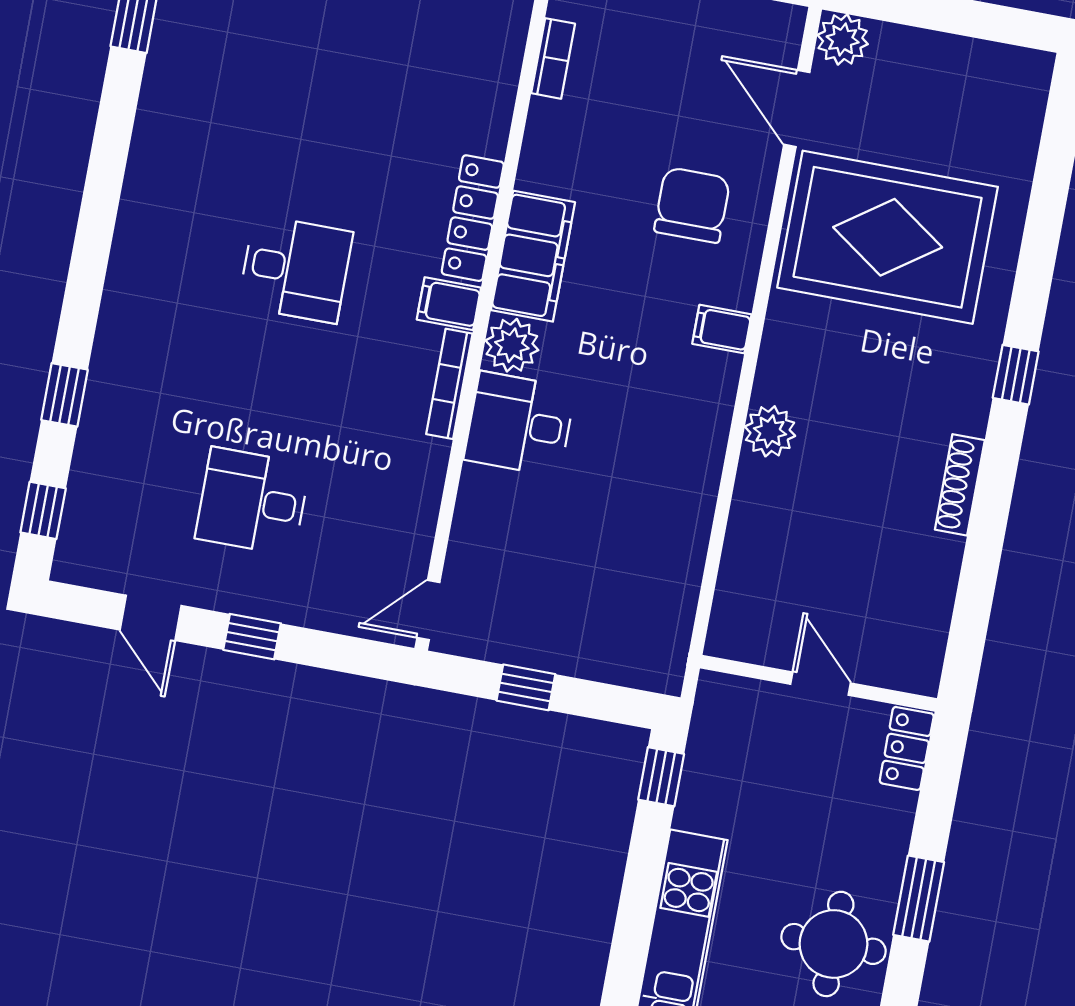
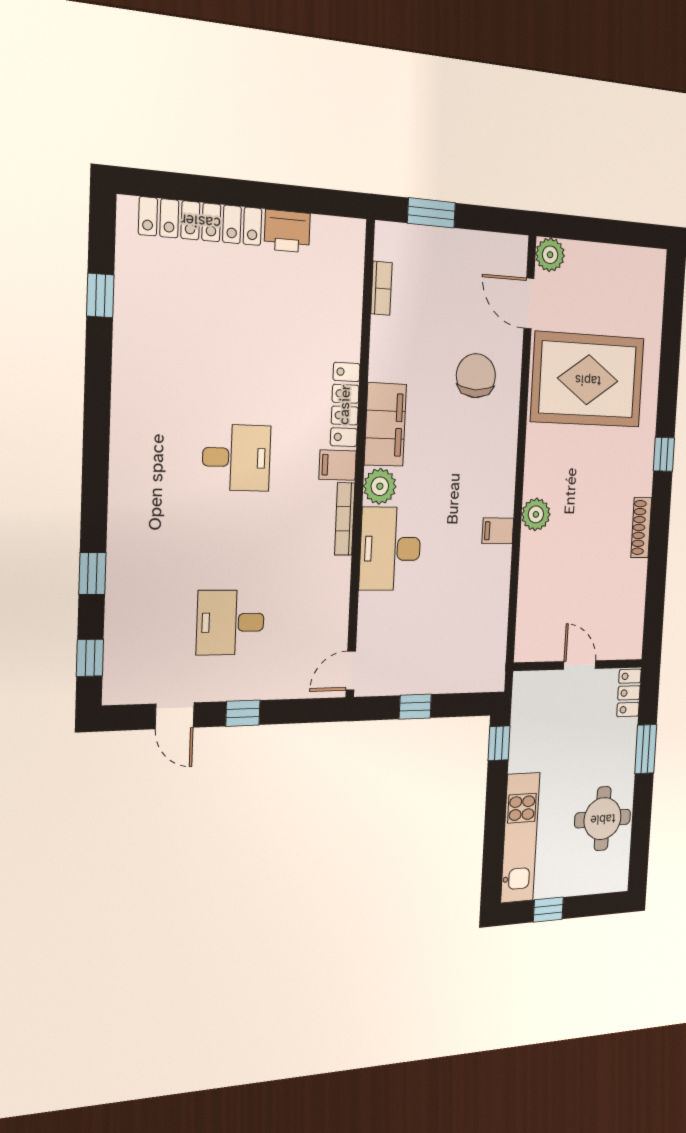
filing cabinet: (722, 329) -> (498, 531), moved
desk: (520, 424) -> (390, 549), width x1.37
window: (919, 899) -> (646, 749), moved

